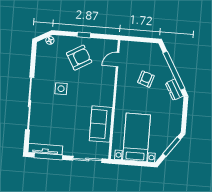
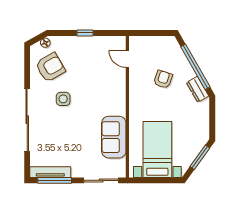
armchair: (79, 58) -> (50, 67), moved
door: (118, 60) -> (127, 59), hinge flipped

